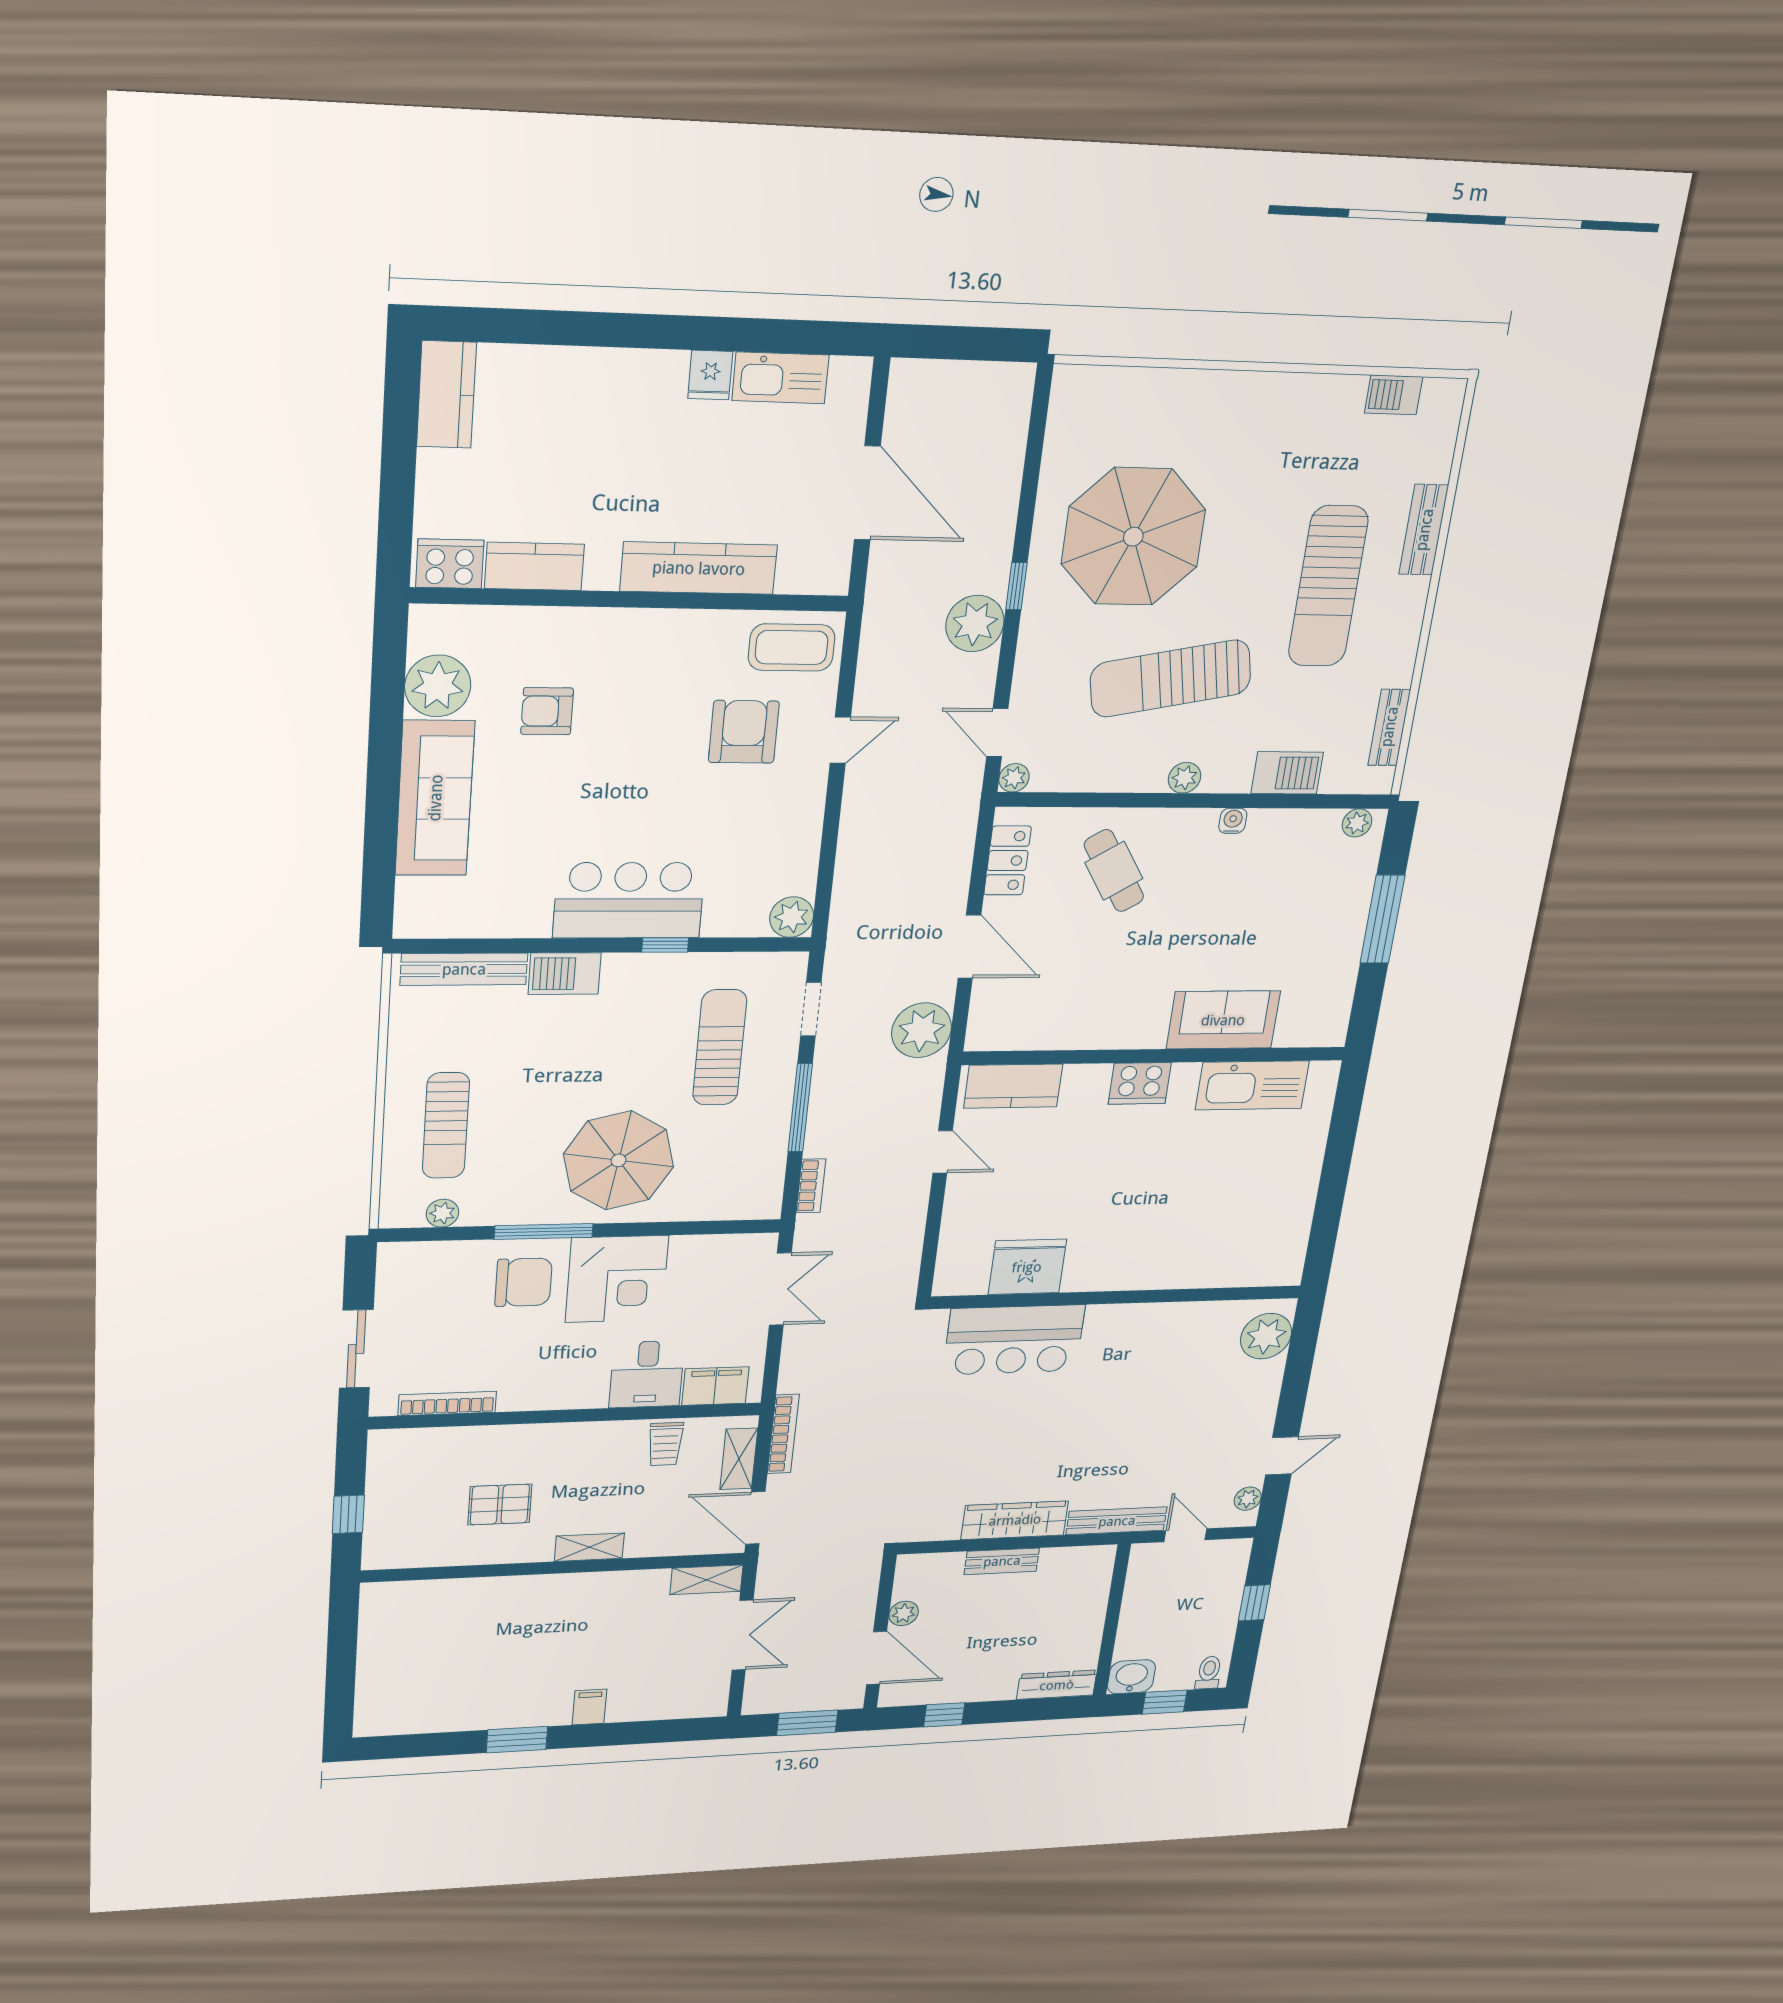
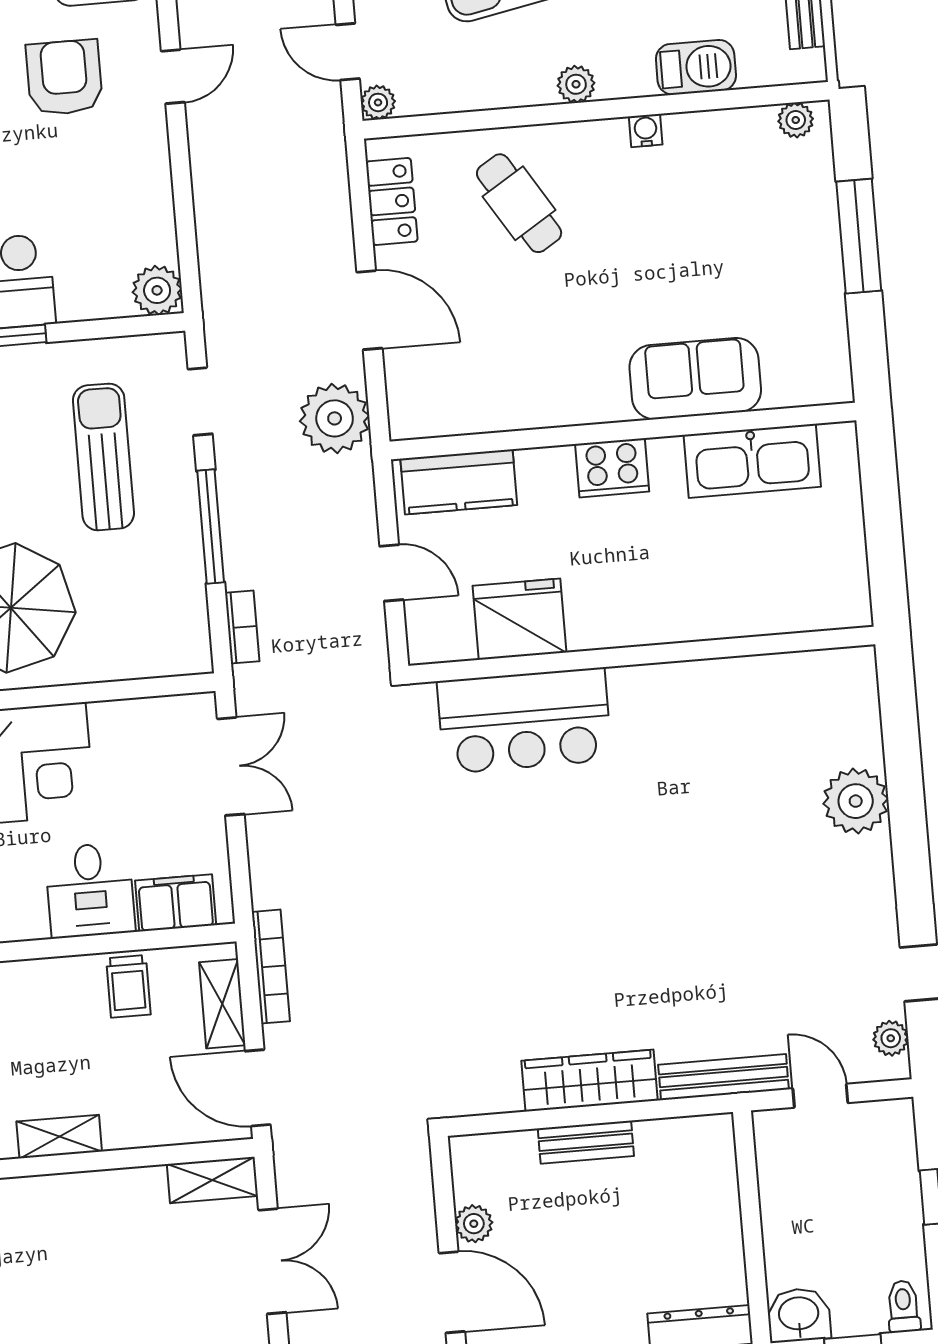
fridge: (1027, 1267) -> (519, 619), moved
wall: (1117, 1297) -> (642, 655), moved
bar counter: (1014, 1340) -> (524, 721), moved

